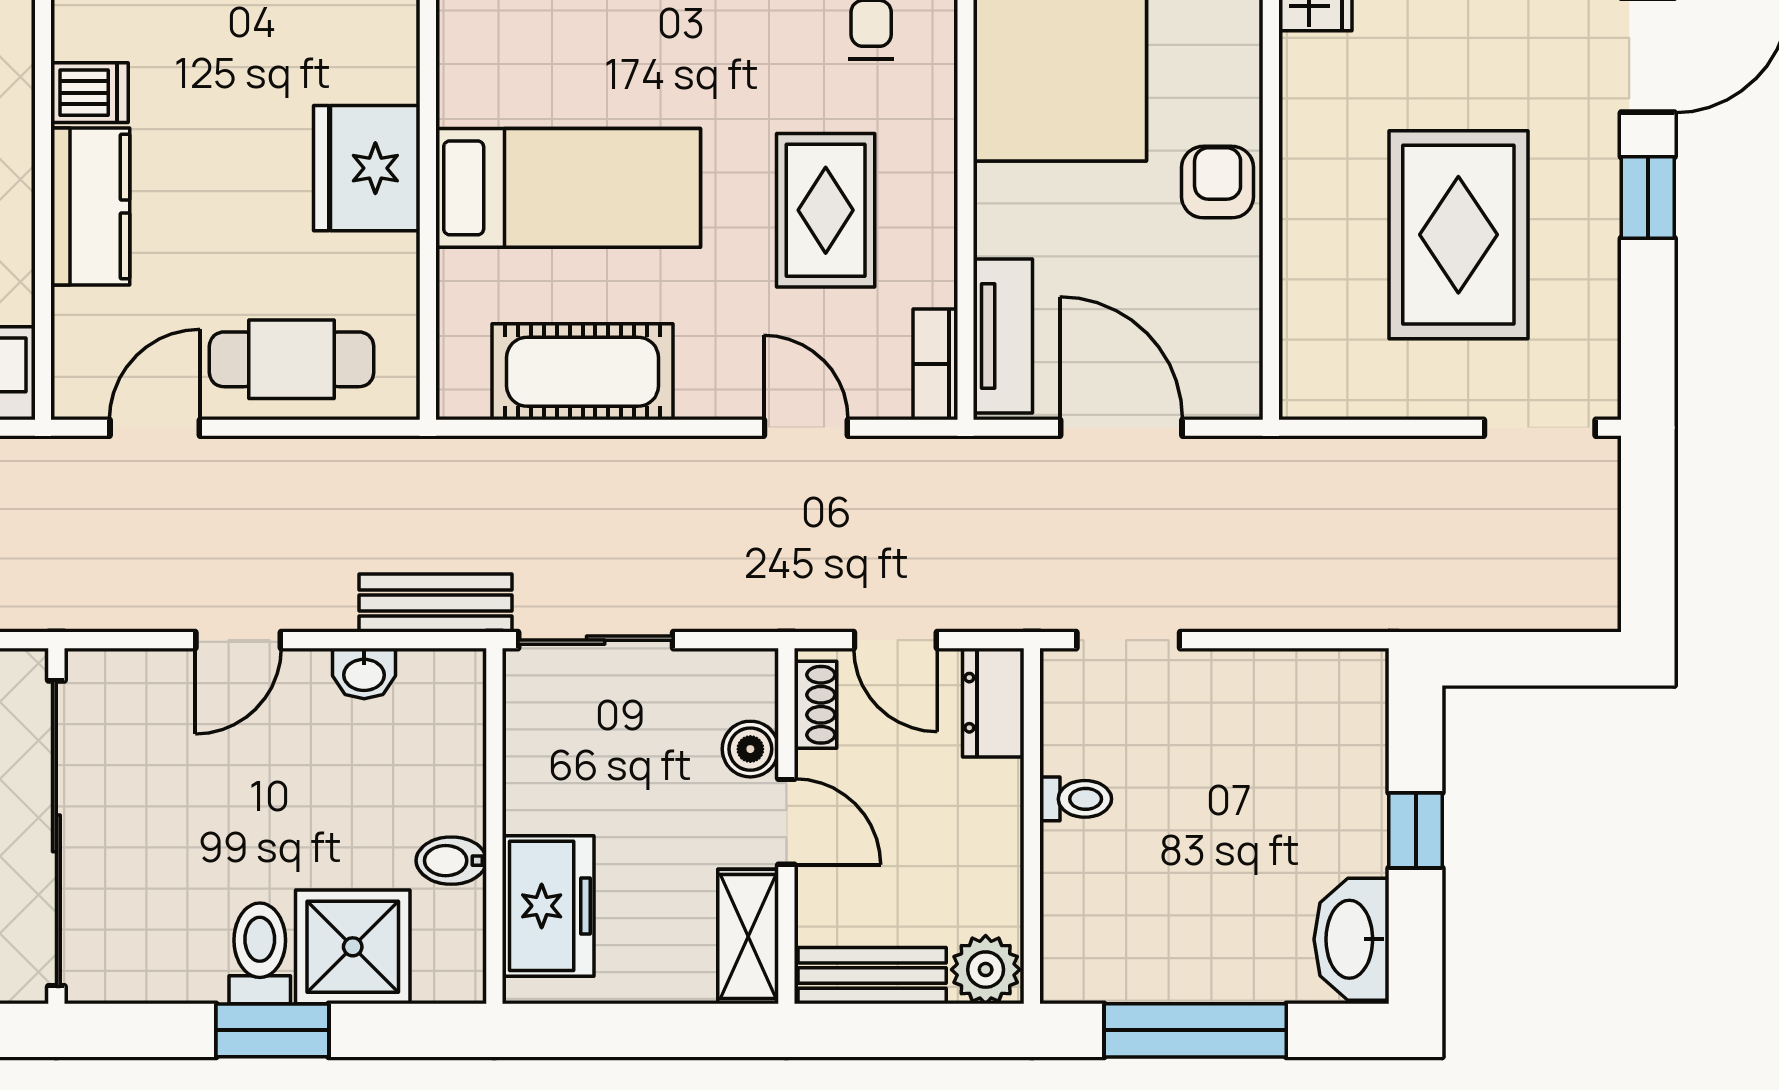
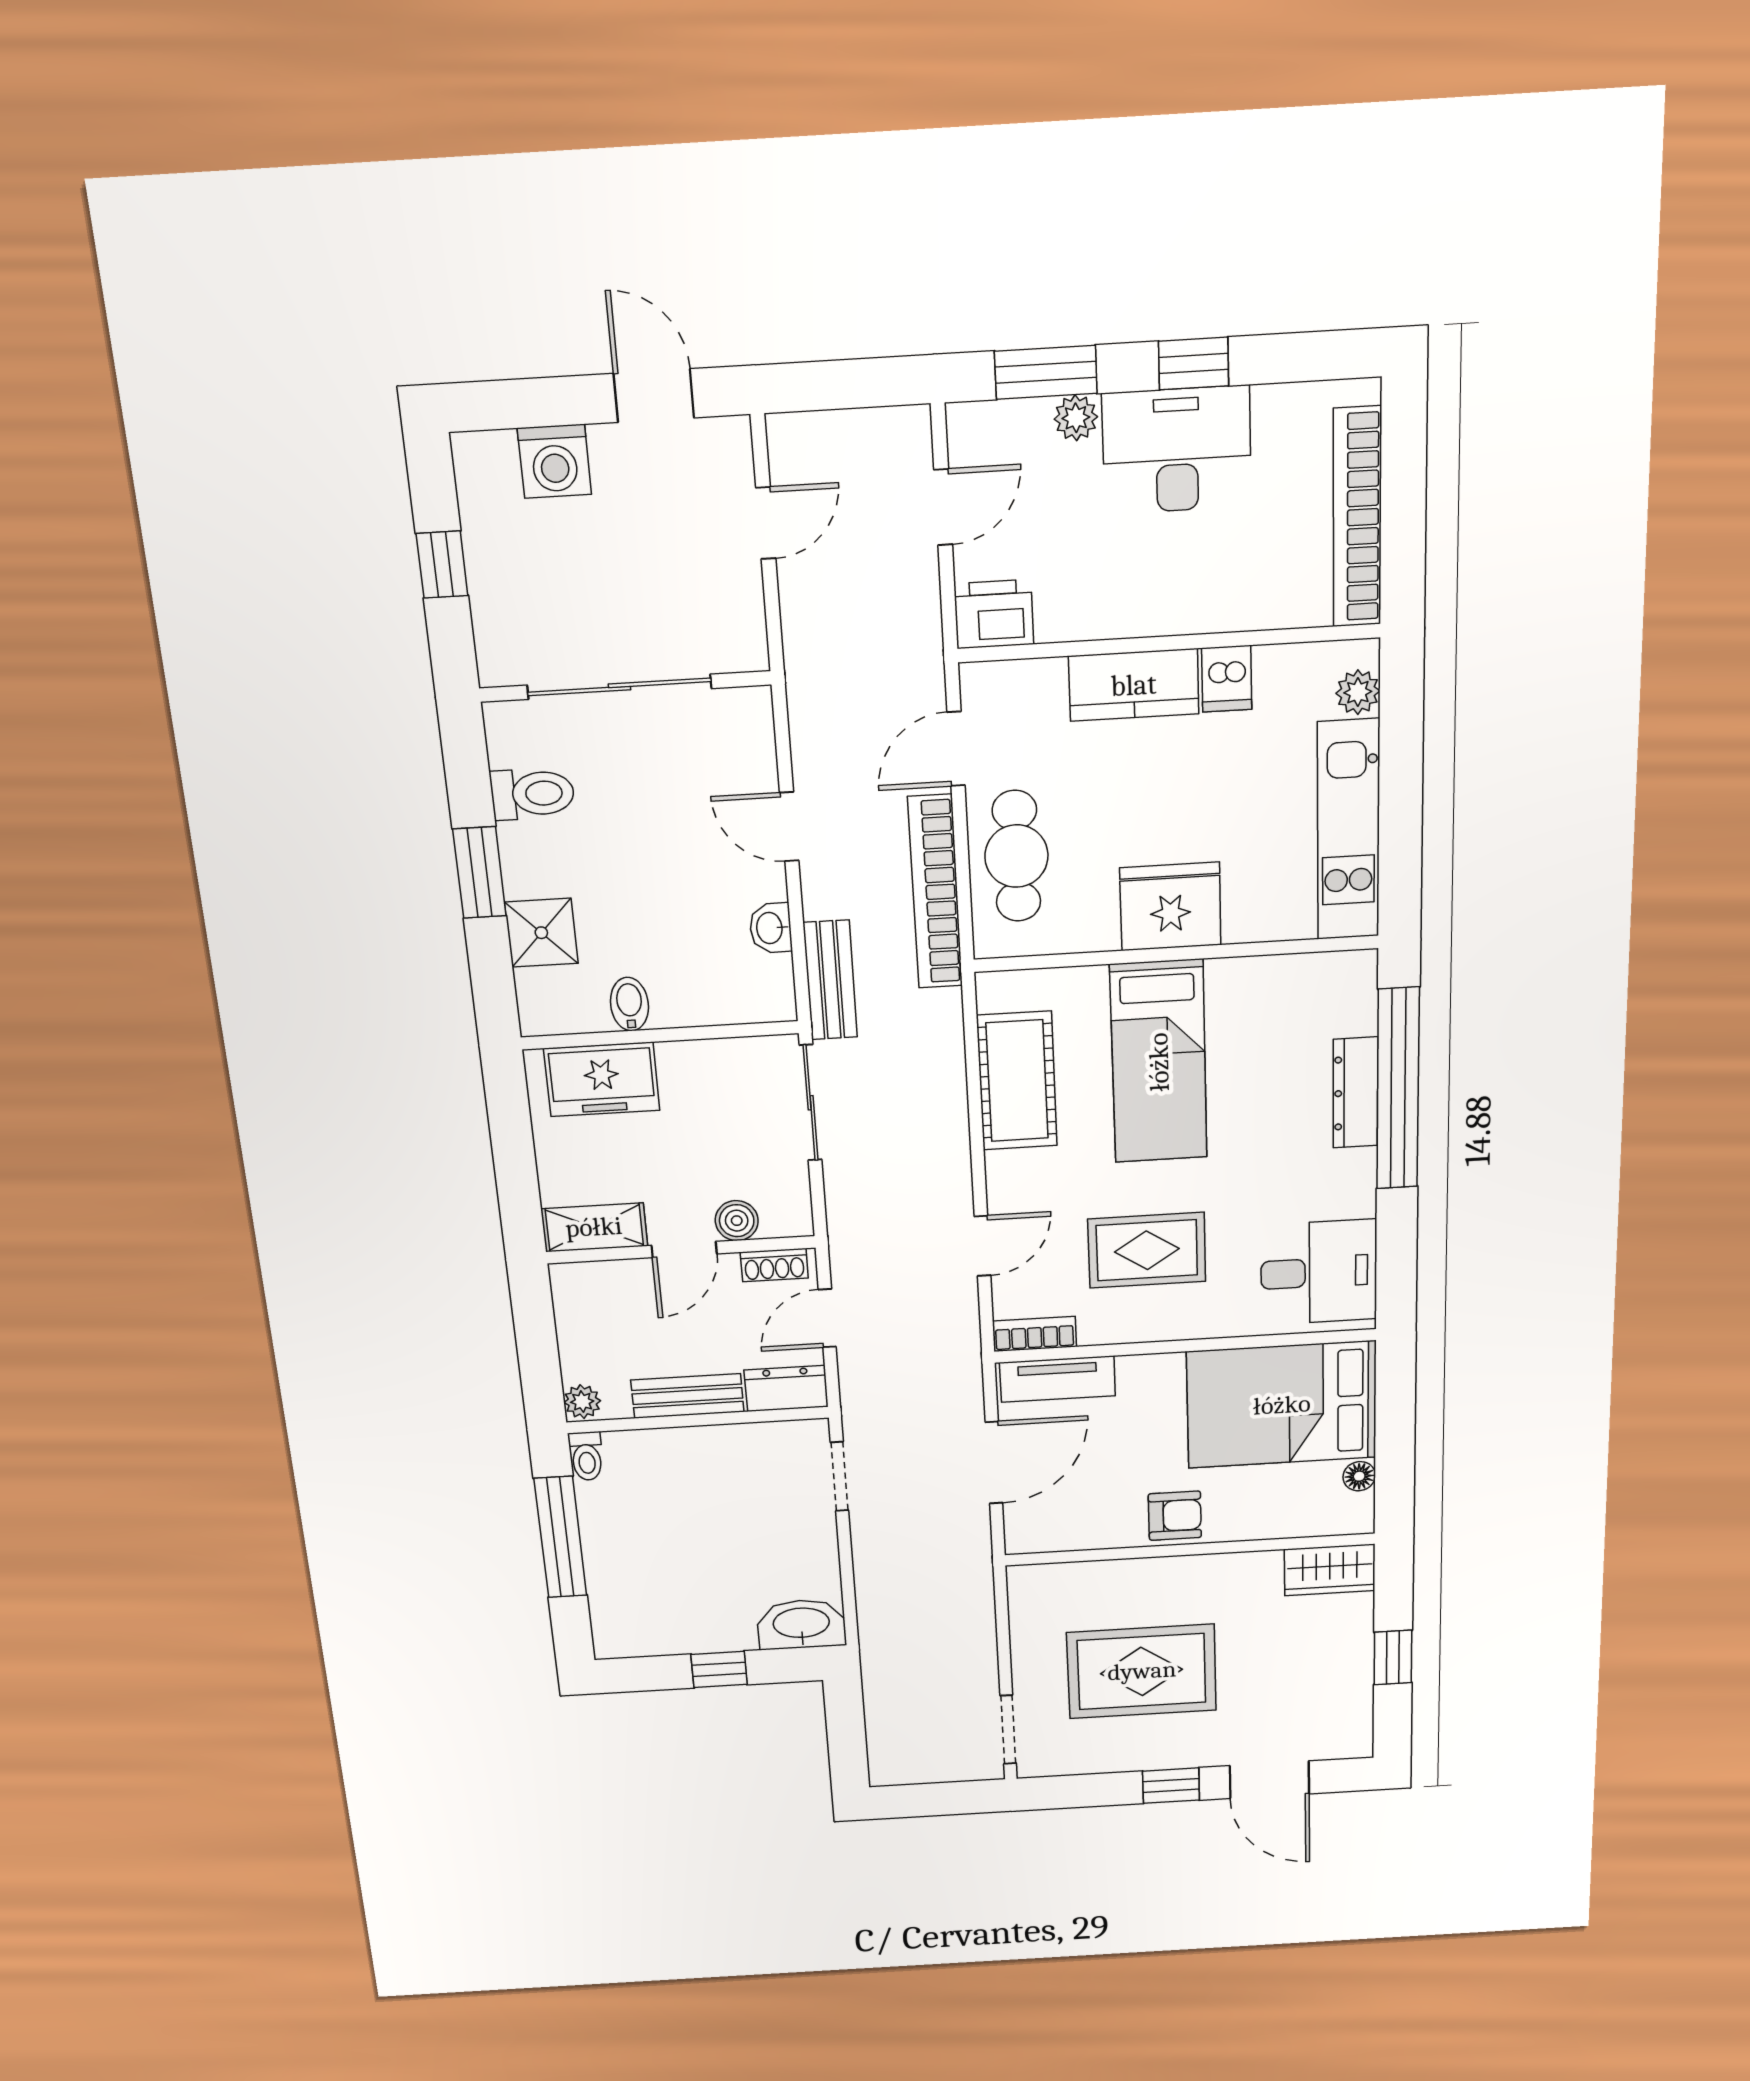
door: (155, 428) -> (956, 749), swing flipped
bookcase: (331, 463) -> (935, 892), added
toilet: (1076, 799) -> (586, 1456), moved
sliding door: (56, 833) -> (619, 687), width x0.73
washbasin: (1352, 939) -> (801, 1624), moved
shower: (353, 947) -> (541, 933), width x0.73, depth x0.73
toilet: (260, 953) -> (533, 794), moved
plant: (986, 970) -> (582, 1402), width x0.73, depth x0.73
bench: (872, 976) -> (687, 1396), moved, turned 90

